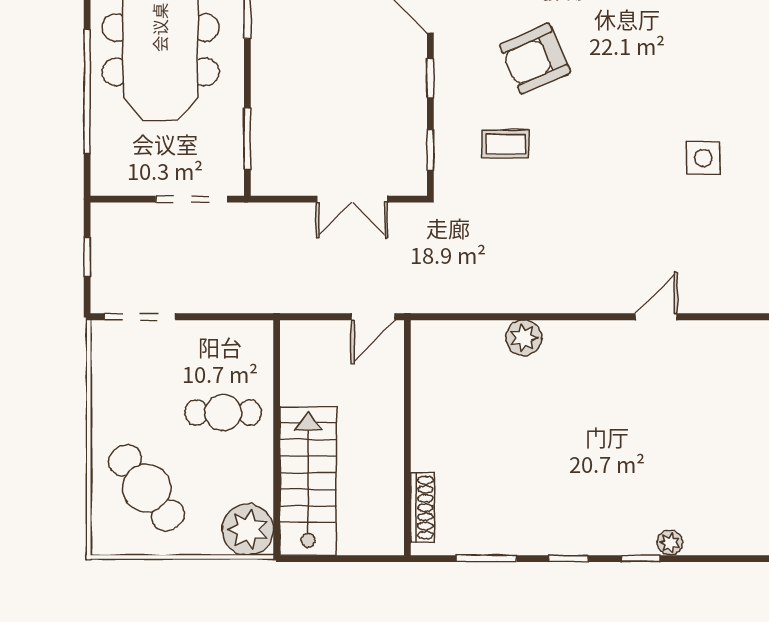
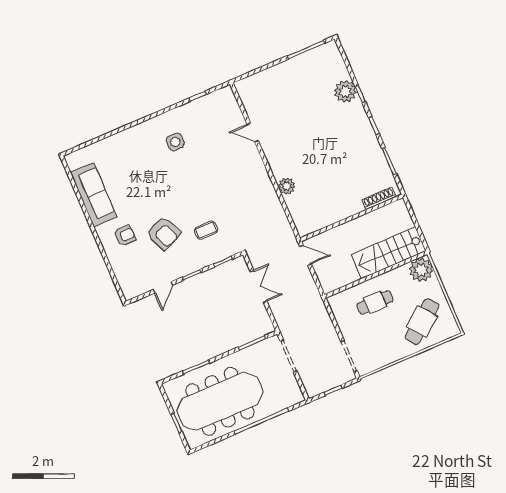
coffee table: (505, 144) -> (206, 230), turned 90
cafe table: (223, 412) -> (375, 302), turned 90
plant: (670, 543) -> (345, 91), width x1.88, depth x1.88

